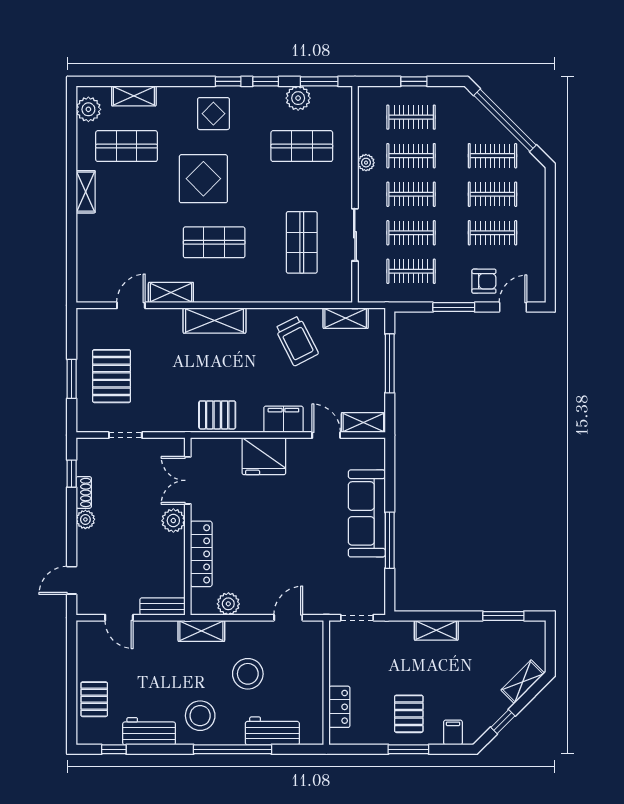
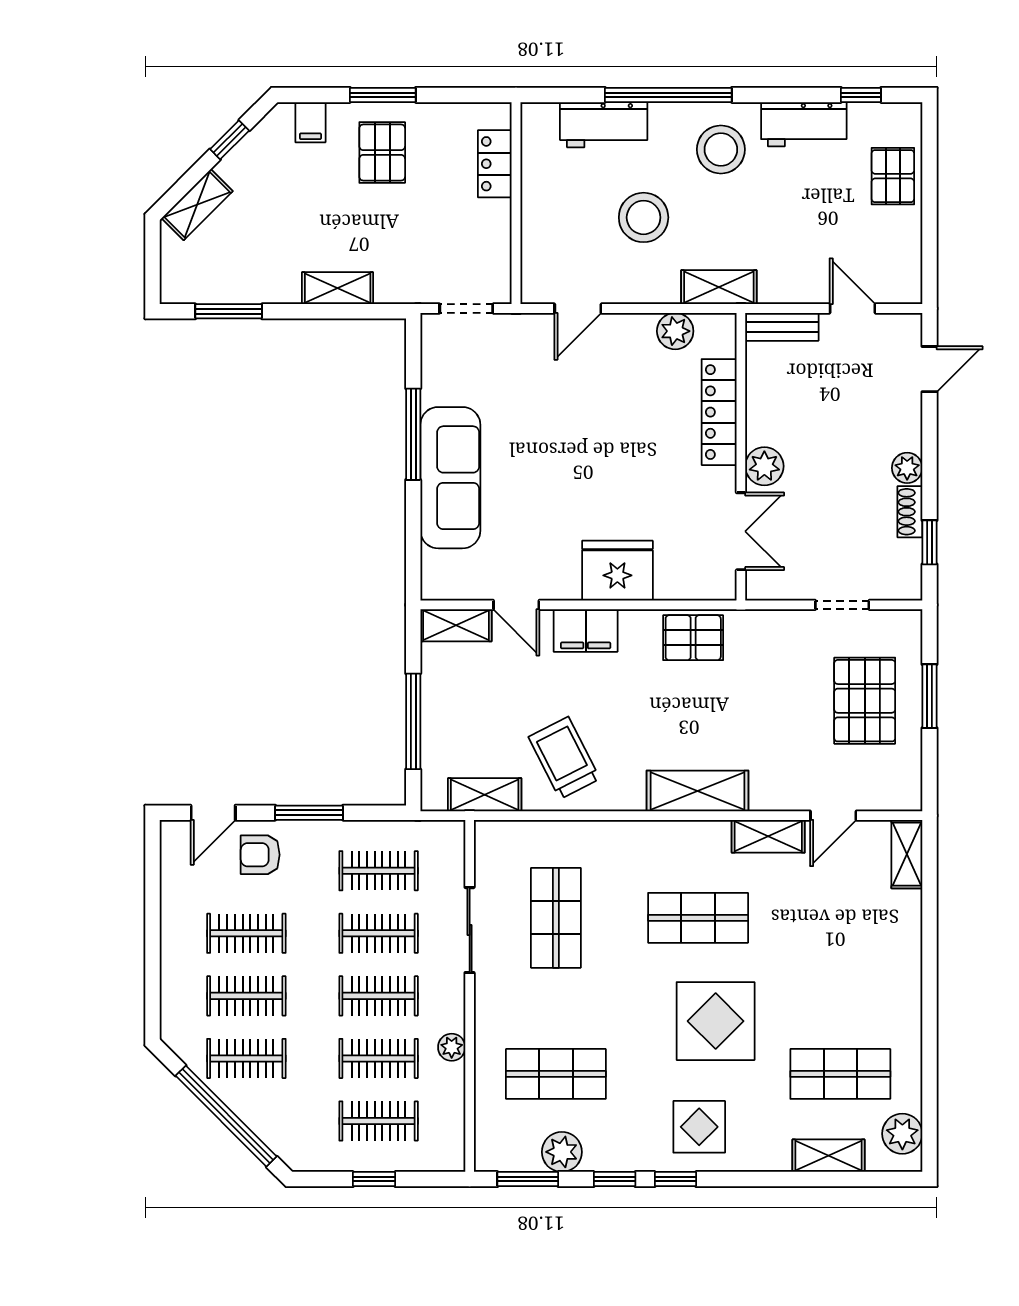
shelving: (86, 192) -> (907, 854), moved

